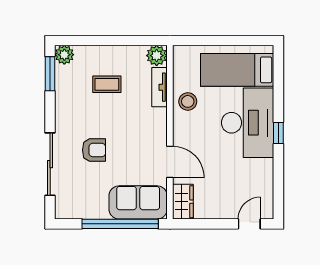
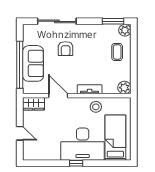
coffee table: (107, 84) -> (117, 52), moved
tv unit: (159, 87) -> (90, 89), moved
door: (170, 162) -> (58, 96), swing flipped
sofa: (138, 202) -> (33, 63), moved
door: (249, 224) -> (20, 133), moved

